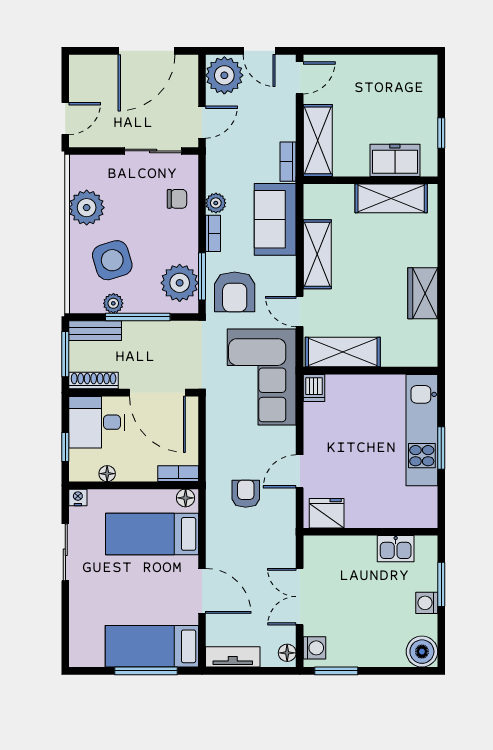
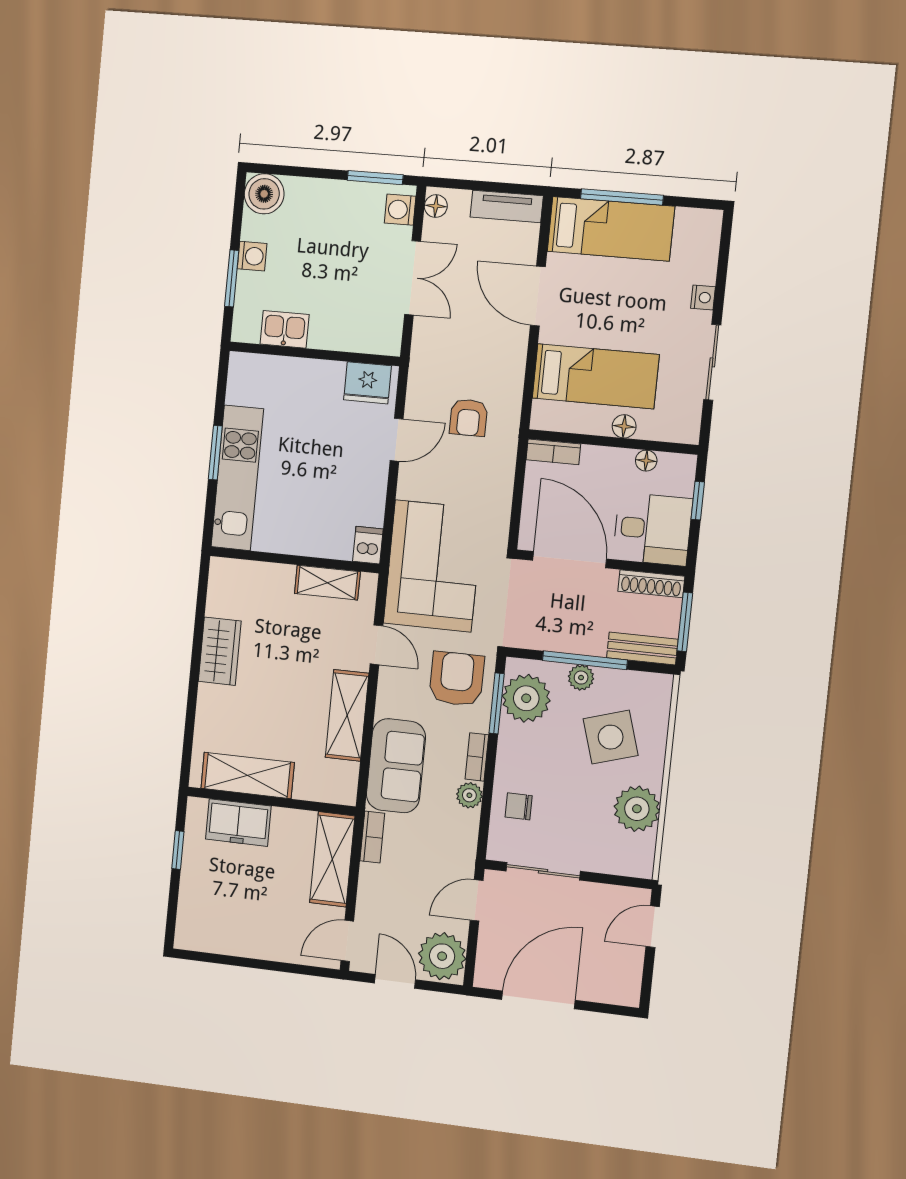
plant: (113, 303) -> (581, 678), moved
shelving: (343, 352) -> (327, 583), width x0.67, depth x0.75
nightstand: (78, 497) -> (703, 297), moved, turned -90
floor lamp: (186, 498) -> (624, 426), moved

